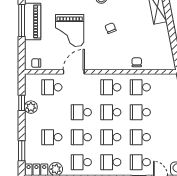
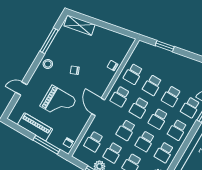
window: (22, 20) -> (46, 145), moved
door: (74, 72) -> (98, 107), moved
school desk: (52, 112) -> (113, 153), added

